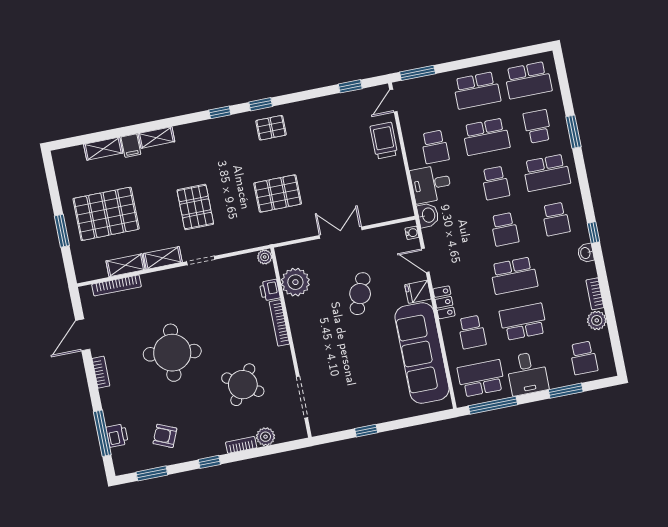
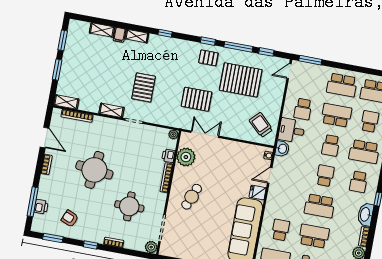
window: (307, 95) -> (238, 47), added
window: (220, 112) -> (165, 33), moved
school desk: (486, 137) -> (336, 115), turned 180
trolley: (384, 141) -> (261, 125), moved, turned -46
window: (53, 186) -> (63, 40), added
pallet: (106, 214) -> (241, 80), moved
school desk: (505, 229) -> (325, 176), turned 180
double door: (341, 233) -> (205, 134), moved
washbasin: (586, 253) -> (365, 214), width x1.91, depth x1.45
door: (425, 260) -> (270, 175), hinge flipped
shelving: (126, 265) -> (66, 102), moved
cafe table: (360, 294) -> (192, 197), moved
locker: (444, 302) -> (271, 205), removed
school desk: (472, 332) -> (281, 230), turned 180
door: (83, 335) -> (45, 138), swing flipped
round table: (243, 385) -> (129, 206), turned -34
plant: (266, 437) -> (151, 247), moved

